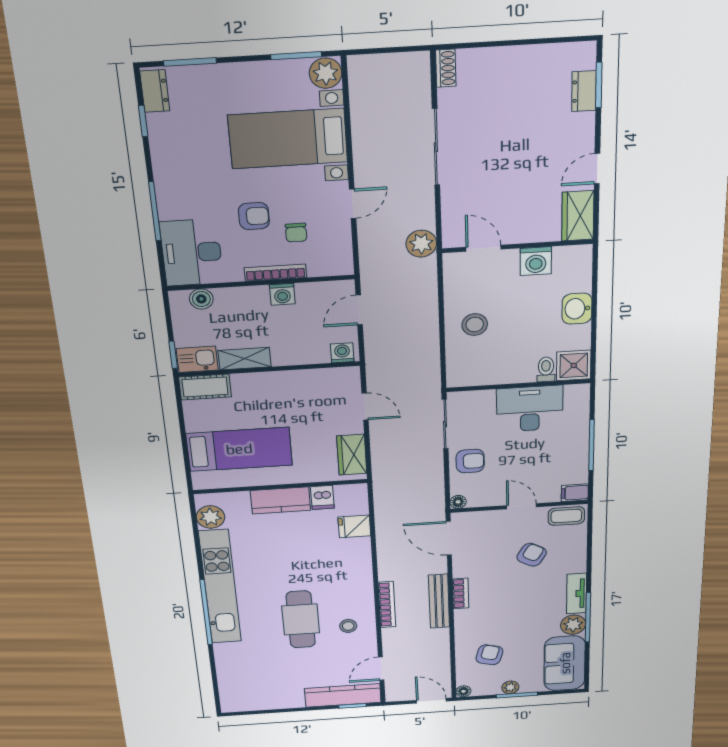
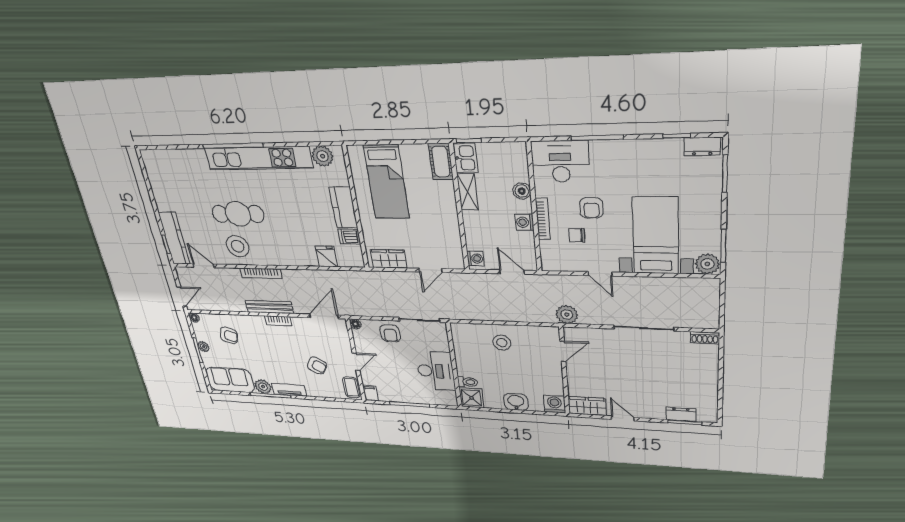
washing machine: (536, 261) -> (555, 404), moved, turned 90
boiler: (201, 299) -> (522, 191), moved
stool: (348, 626) -> (238, 246), width x1.89, depth x1.89

